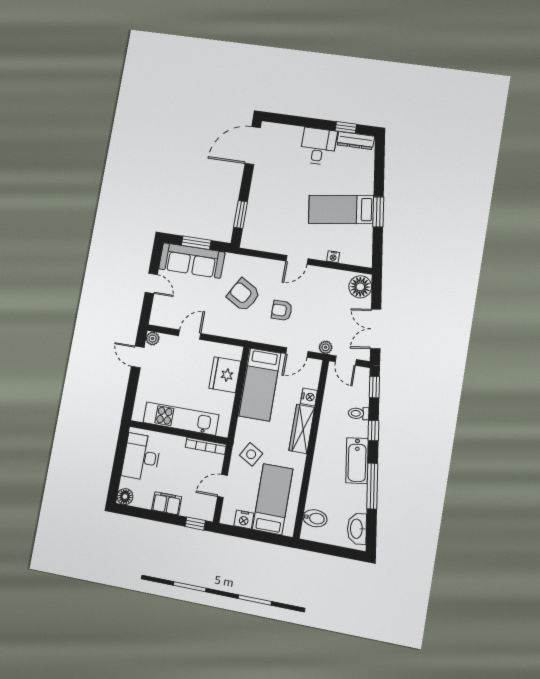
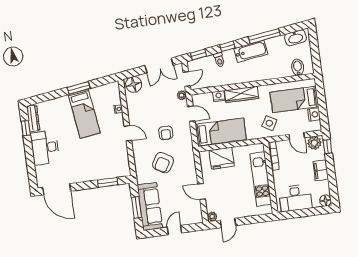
desk: (318, 146) -> (45, 148), width x1.37
plant: (206, 507) -> (314, 143), added

